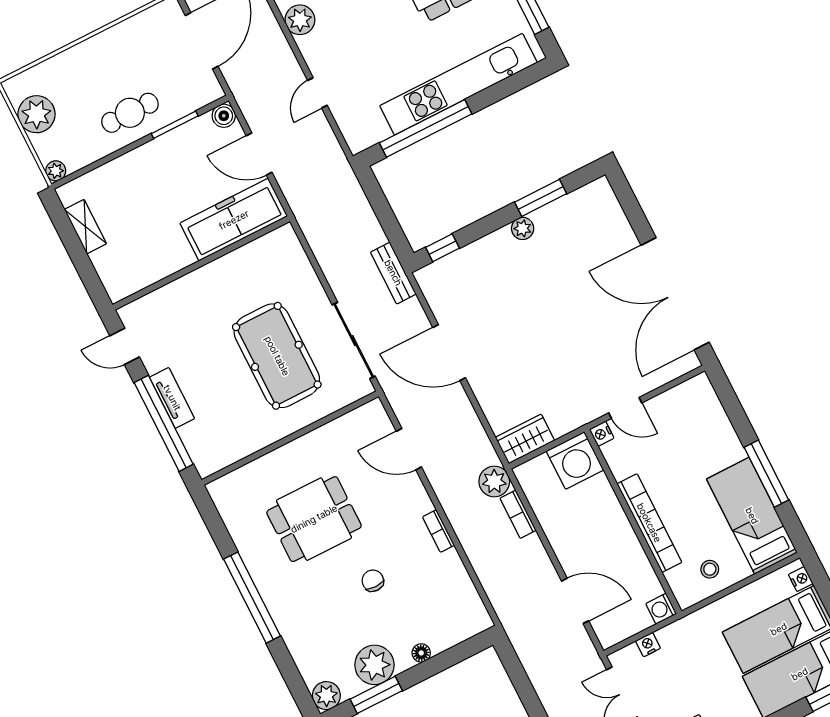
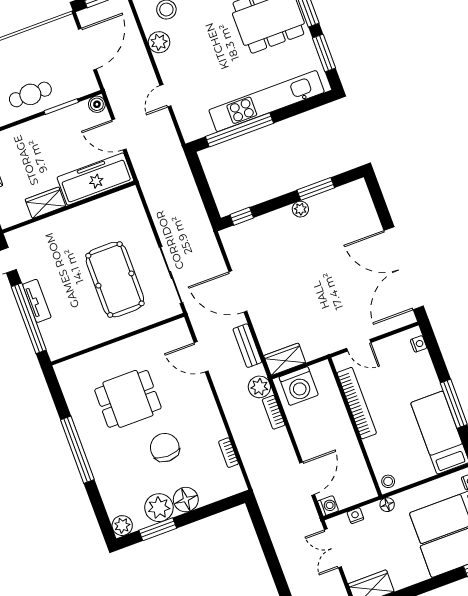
wardrobe: (168, 260) -> (45, 203), added
bench: (393, 273) -> (247, 346), moved
nightstand: (602, 434) -> (419, 344), moved, turned 180
washing machine: (575, 461) -> (299, 386), moved
bookcase: (649, 523) -> (357, 403), moved
bookcase: (438, 531) -> (229, 453), moved
stool: (710, 569) -> (388, 481), moved
chair: (373, 581) -> (165, 448), width x1.87, depth x1.87
door: (575, 601) -> (307, 479), hinge flipped
washing machine: (661, 609) -> (328, 506), moved, turned 180
floor lamp: (690, 624) -> (387, 505), added
floor lamp: (421, 653) -> (186, 500), width x1.89, depth x1.89

